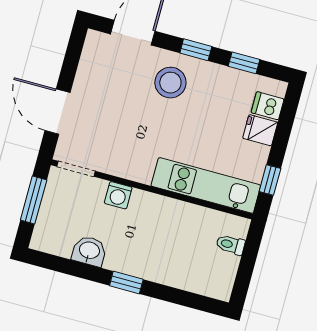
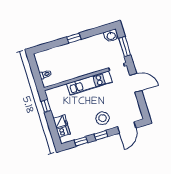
kitchen unit: (206, 185) -> (89, 83), moved
washing machine: (118, 195) -> (96, 67), removed
washbasin: (89, 251) -> (111, 36), moved

